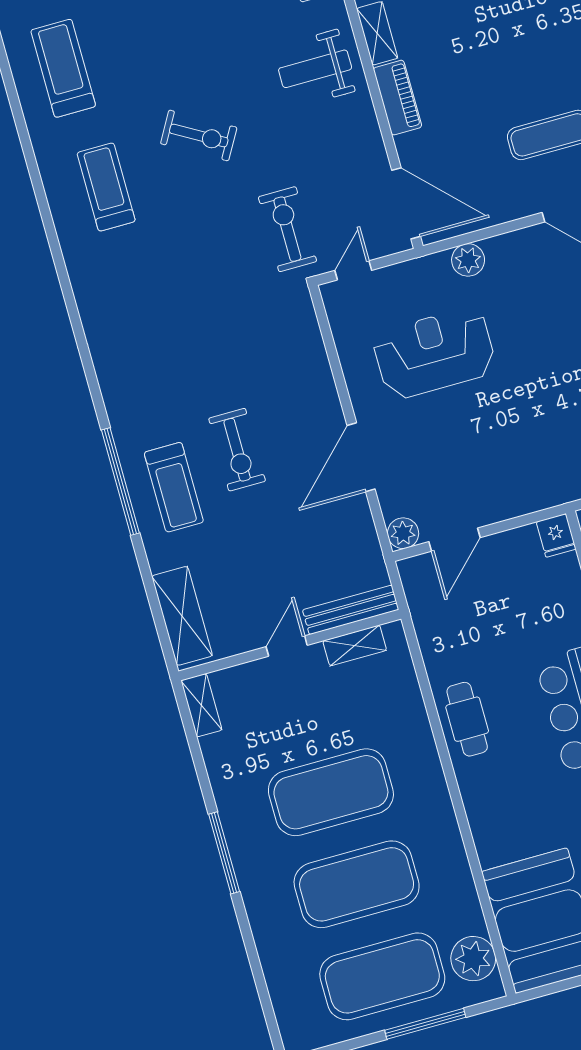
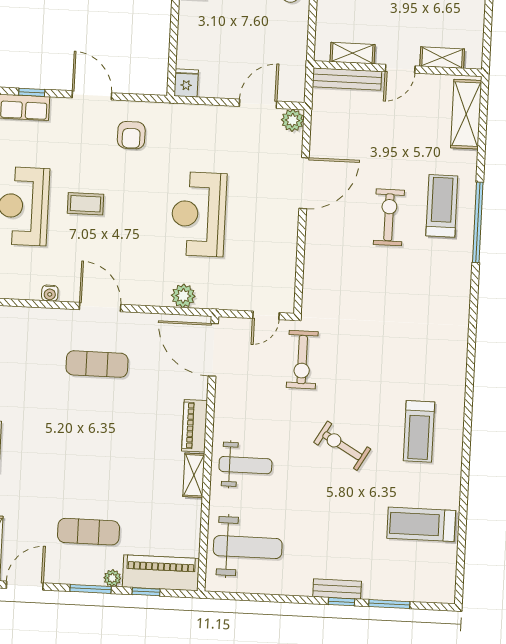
treadmill: (63, 68) -> (421, 524), turned 90
reception desk: (434, 353) -> (199, 214), moved, turned 90
shelving: (201, 705) -> (442, 58), moved, turned 90

